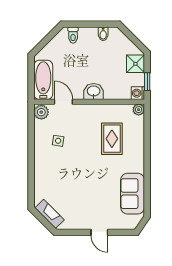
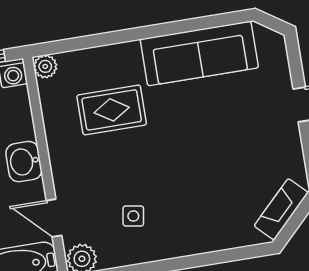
door: (63, 102) -> (54, 218), hinge flipped
sofa: (133, 194) -> (199, 53), width x1.36

